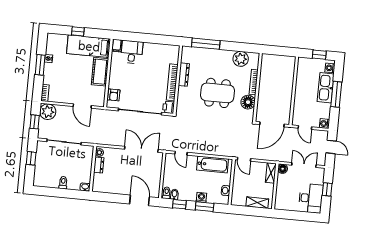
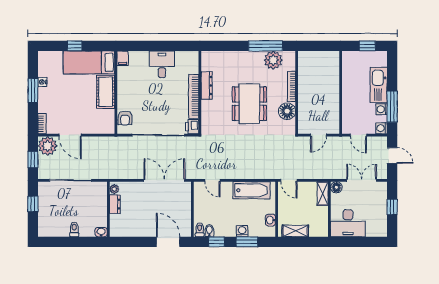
window: (206, 44) -> (266, 46), moved
desk: (132, 52) -> (162, 64), moved
washing machine: (330, 68) -> (382, 109), moved
dining table: (217, 93) -> (249, 104), turned 90
window: (336, 94) -> (392, 107), moved
door: (82, 106) -> (70, 135), moved
door: (272, 124) -> (318, 135), width x0.53
desk: (311, 198) -> (348, 223), moved, turned 90
shelving: (257, 203) -> (295, 231), moved

